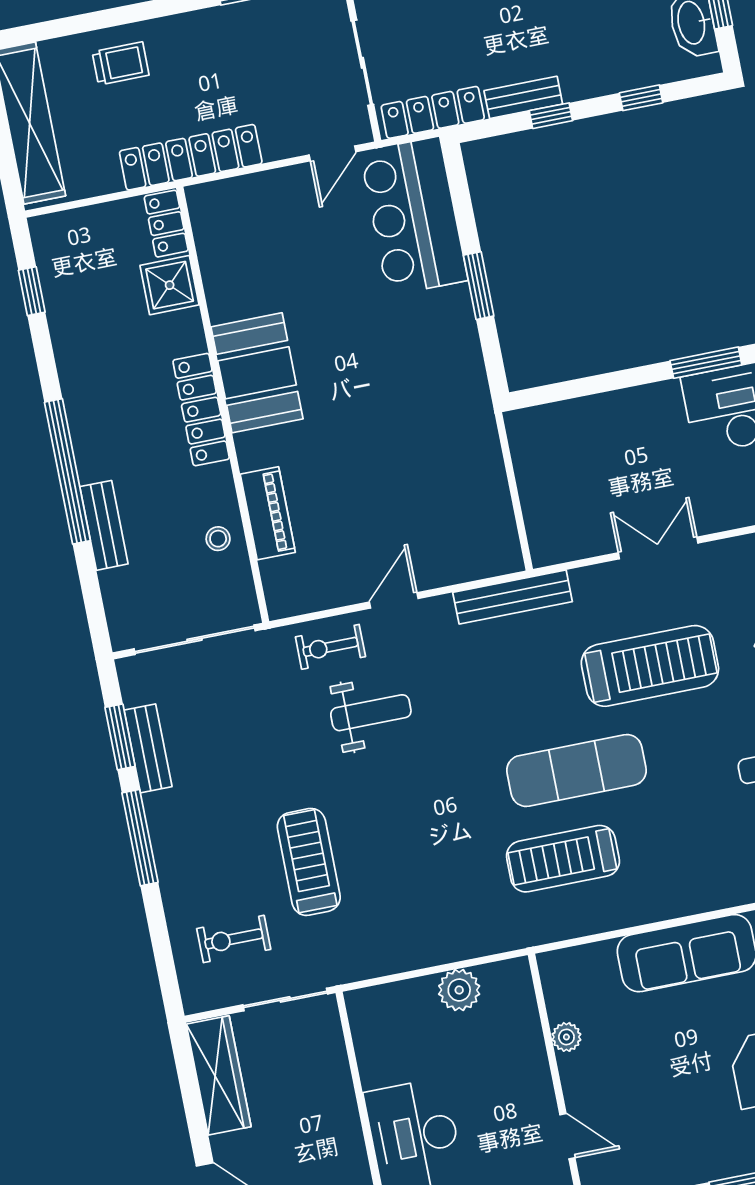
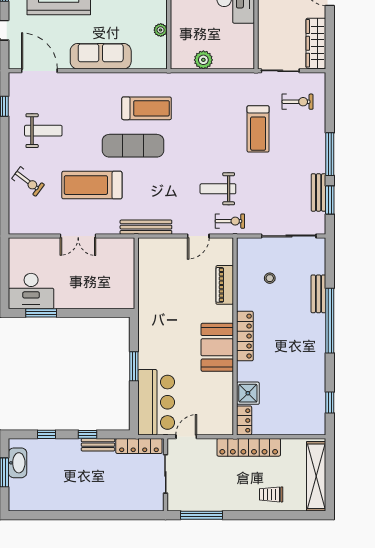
locker: (166, 224) -> (244, 420), moved
shower: (170, 285) -> (248, 393), moved
booth: (257, 373) -> (217, 347), moved
wall: (223, 405) -> (235, 336), moved
locker: (201, 410) -> (245, 336), moved
piano: (268, 513) -> (225, 285), moved

